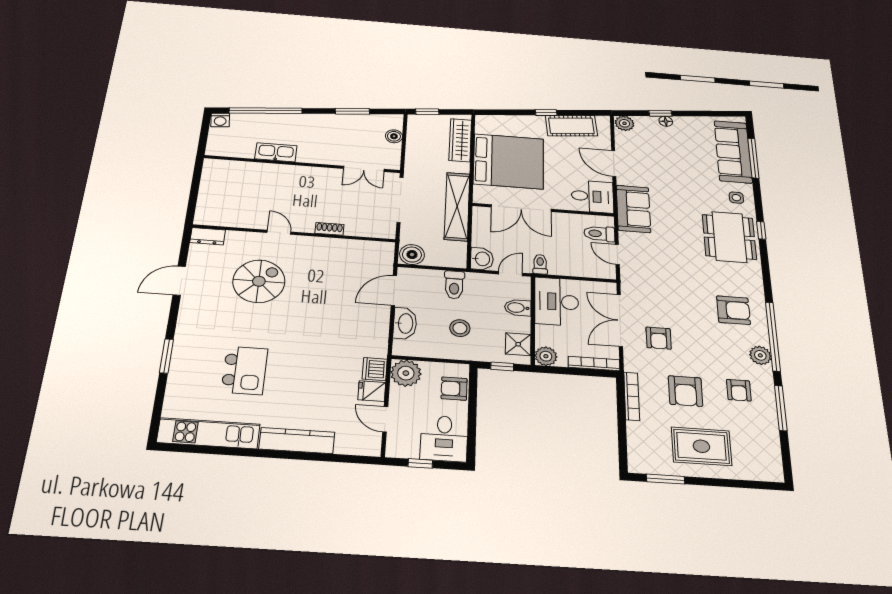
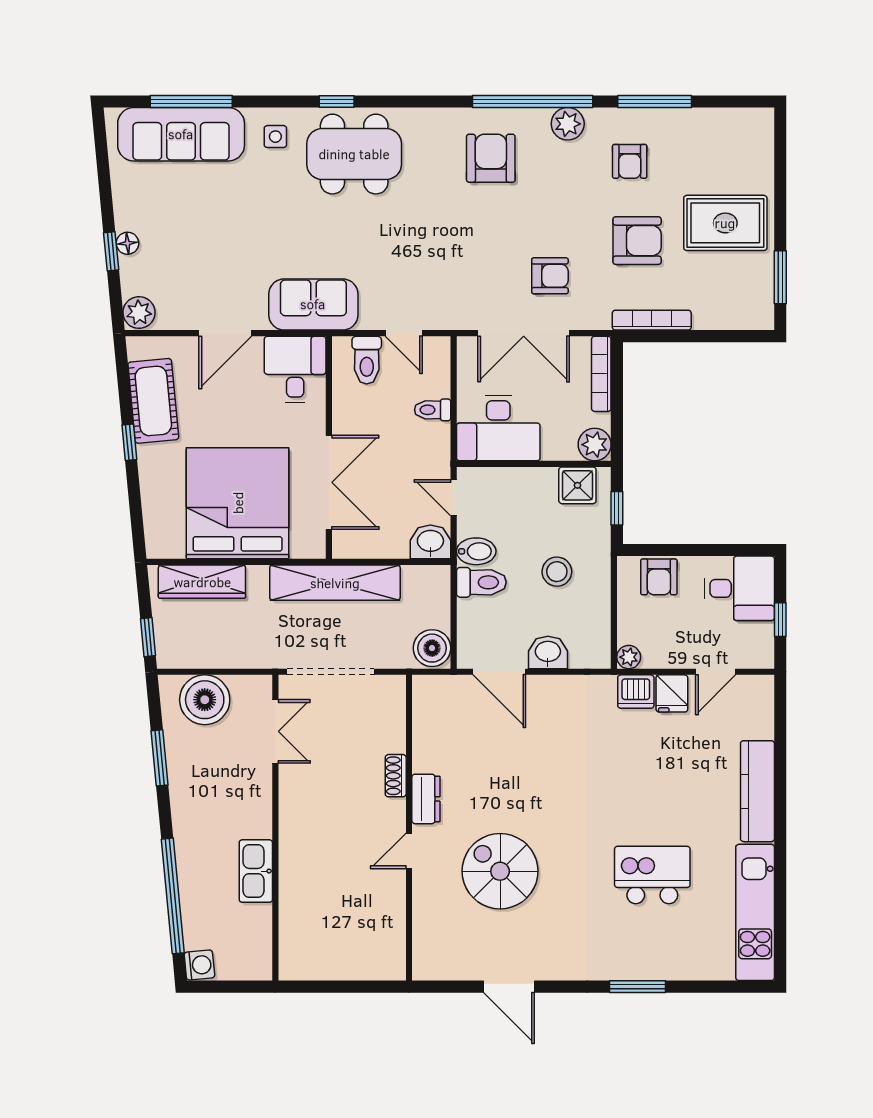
boiler: (394, 136) -> (205, 700), width x1.86, depth x1.86
dresser: (208, 236) -> (426, 799), moved
door: (617, 254) -> (404, 333), hinge flipped
toilet: (540, 264) -> (433, 410), moved
bidet: (518, 308) -> (476, 551), moved, turned -90
washbasin: (405, 323) -> (548, 652), width x0.72
plant: (406, 373) -> (629, 657), width x0.53, depth x0.53
armchair: (739, 390) -> (630, 161), turned 90
rug: (701, 446) -> (725, 223), turned 90

